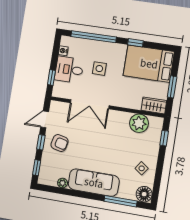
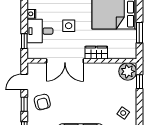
wardrobe: (154, 105) -> (96, 53), moved
plant: (139, 123) -> (128, 71), moved
armchair: (60, 143) -> (42, 102), turned 63

